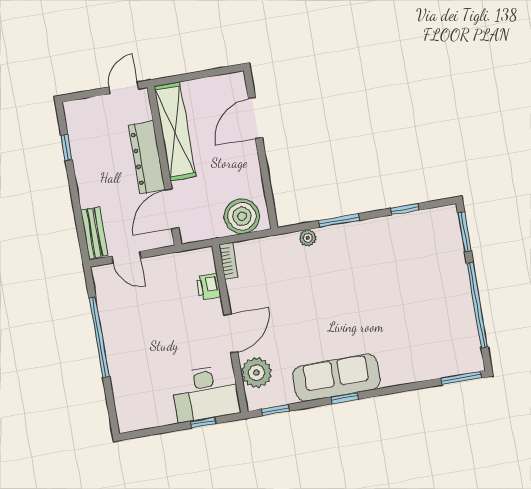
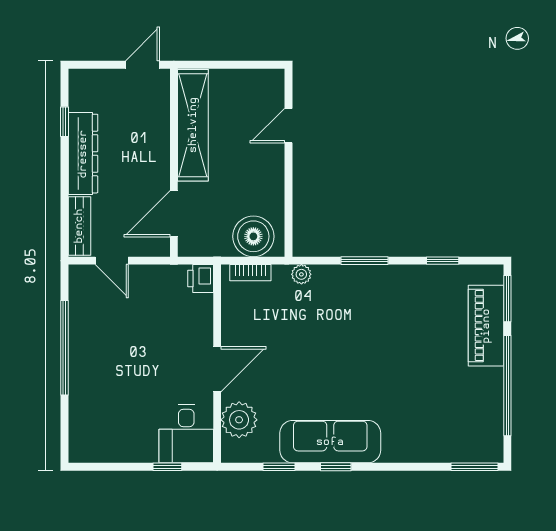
door: (255, 118) -> (288, 126), width x0.73
dresser: (147, 157) -> (83, 154), moved, turned 180
plant: (308, 238) -> (301, 274), moved
piano: (450, 257) -> (486, 326), added
bookcase: (229, 261) -> (250, 273), moved, turned 90
printer: (208, 287) -> (201, 279), moved
desk: (206, 394) -> (186, 434), width x0.73
window: (275, 410) -> (279, 467), moved

